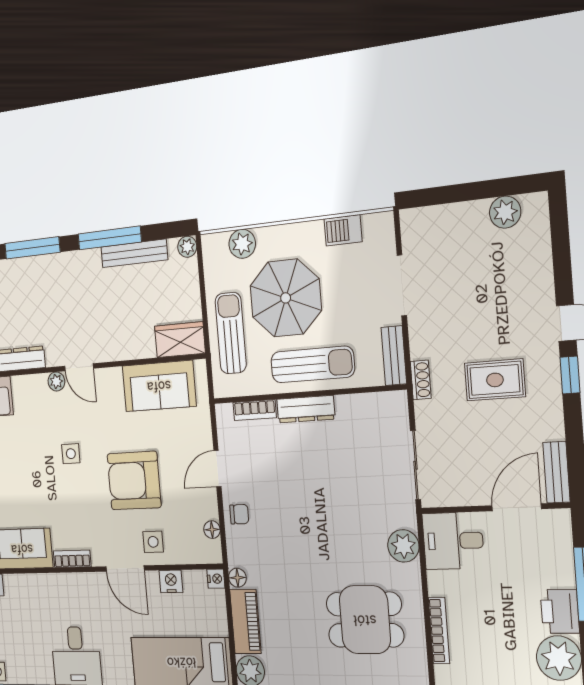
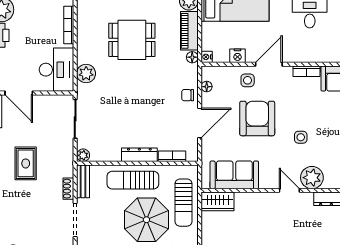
shoe rack: (421, 380) -> (68, 189), moved
rug: (495, 380) -> (26, 163), turned 90
plant: (56, 381) -> (312, 178), width x1.88, depth x1.88
plant: (397, 402) -> (83, 155), added
door: (217, 469) -> (200, 123), width x1.38
armchair: (134, 481) -> (257, 118), turned -90
door: (517, 507) -> (19, 93), hinge flipped
desk: (453, 541) -> (56, 70), width x1.37
door: (125, 569) -> (269, 64), hinge flipped
dining table: (365, 620) -> (132, 40), moved

